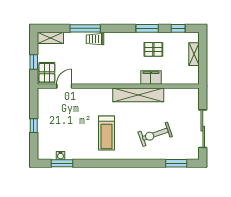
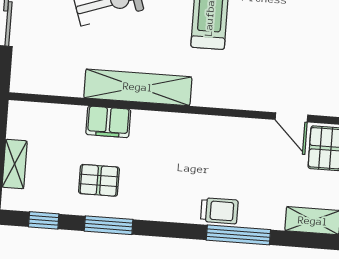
door: (64, 86) -> (291, 117), hinge flipped

